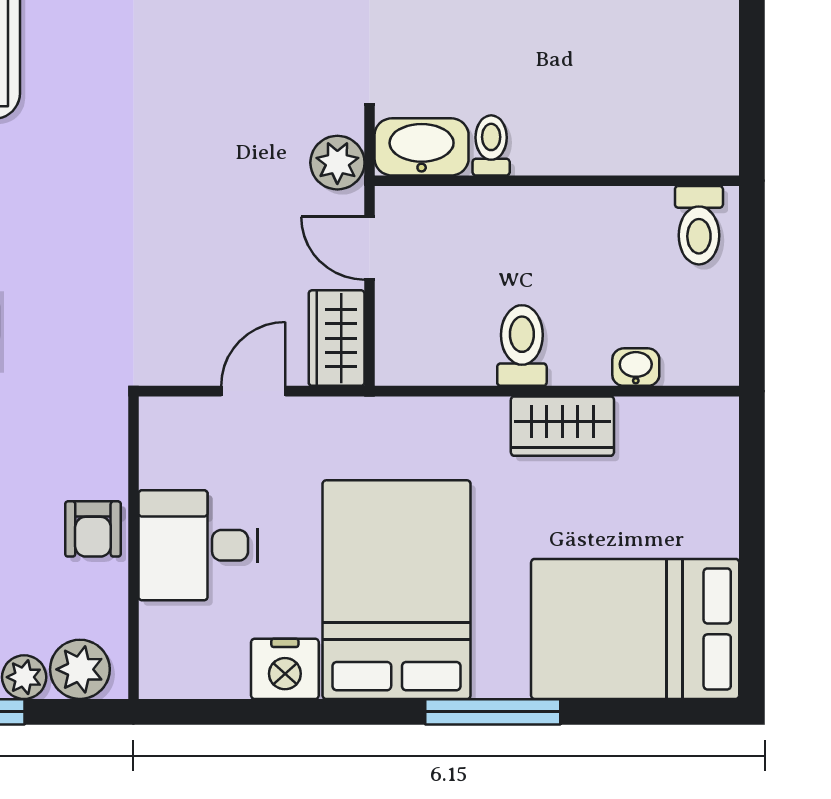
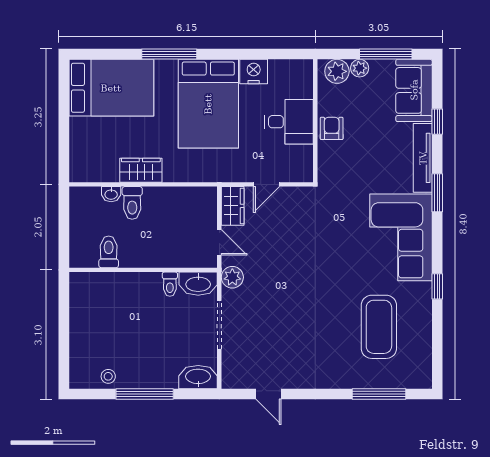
toilet: (699, 225) -> (109, 252), moved
toilet: (522, 346) -> (132, 203), moved

